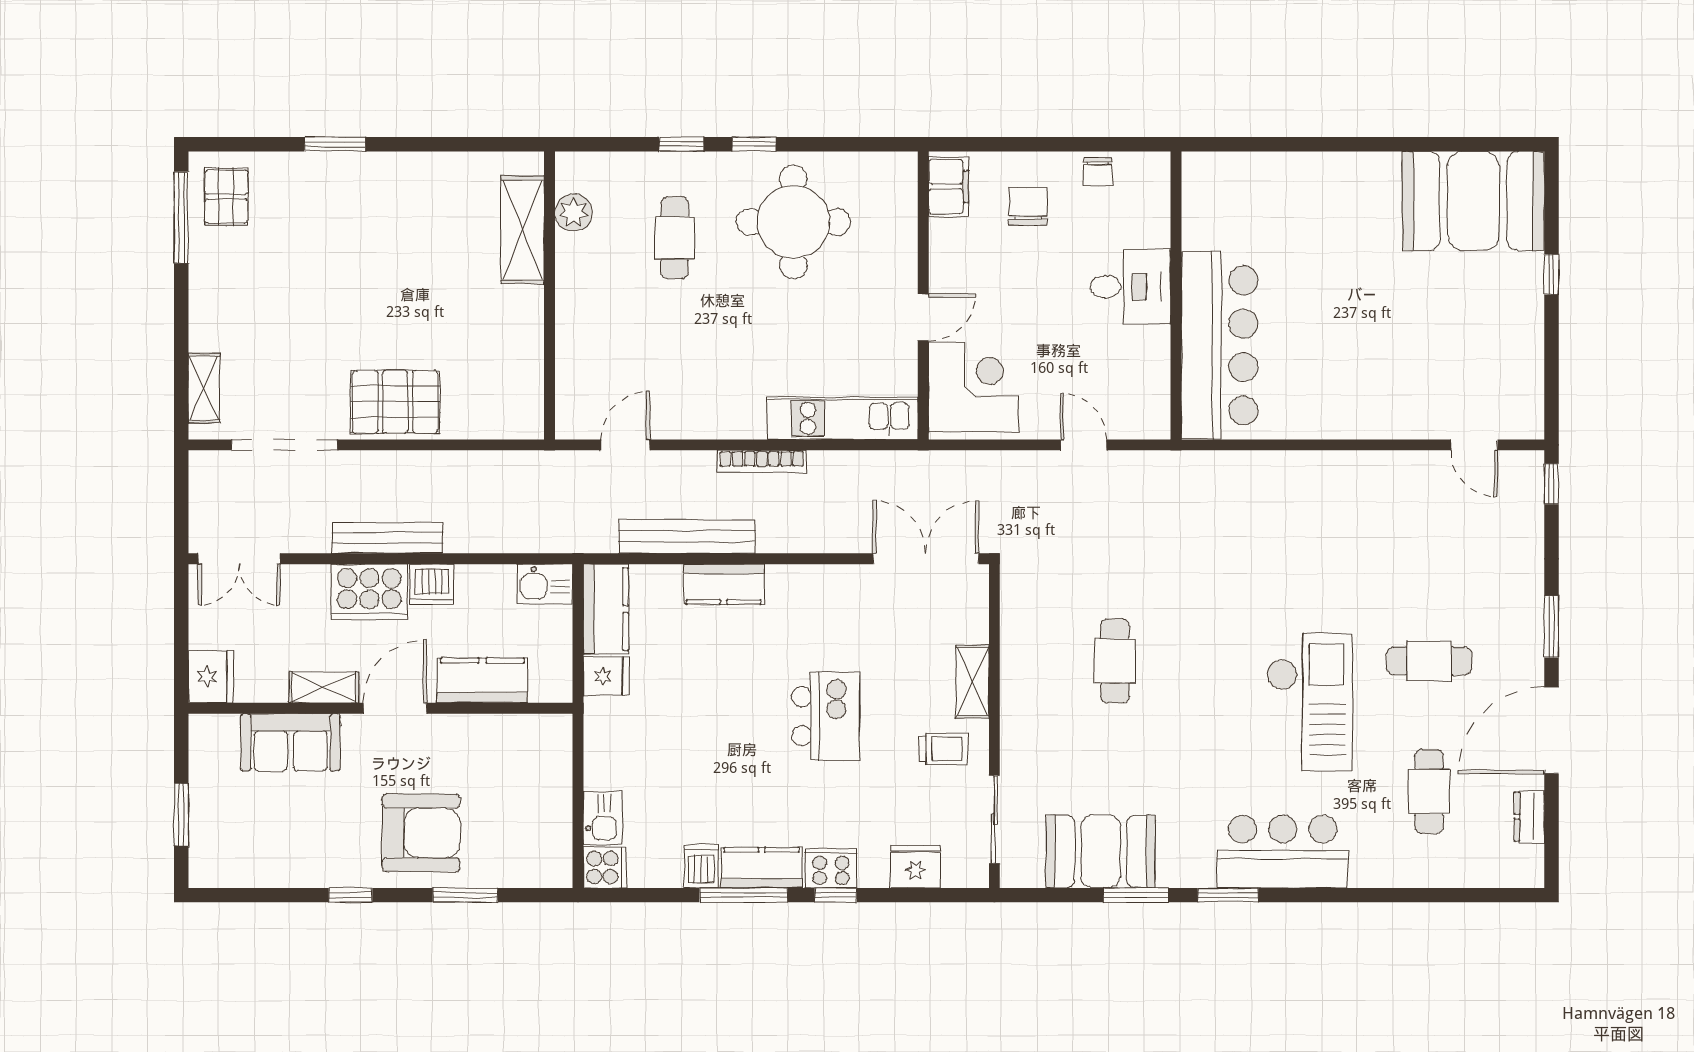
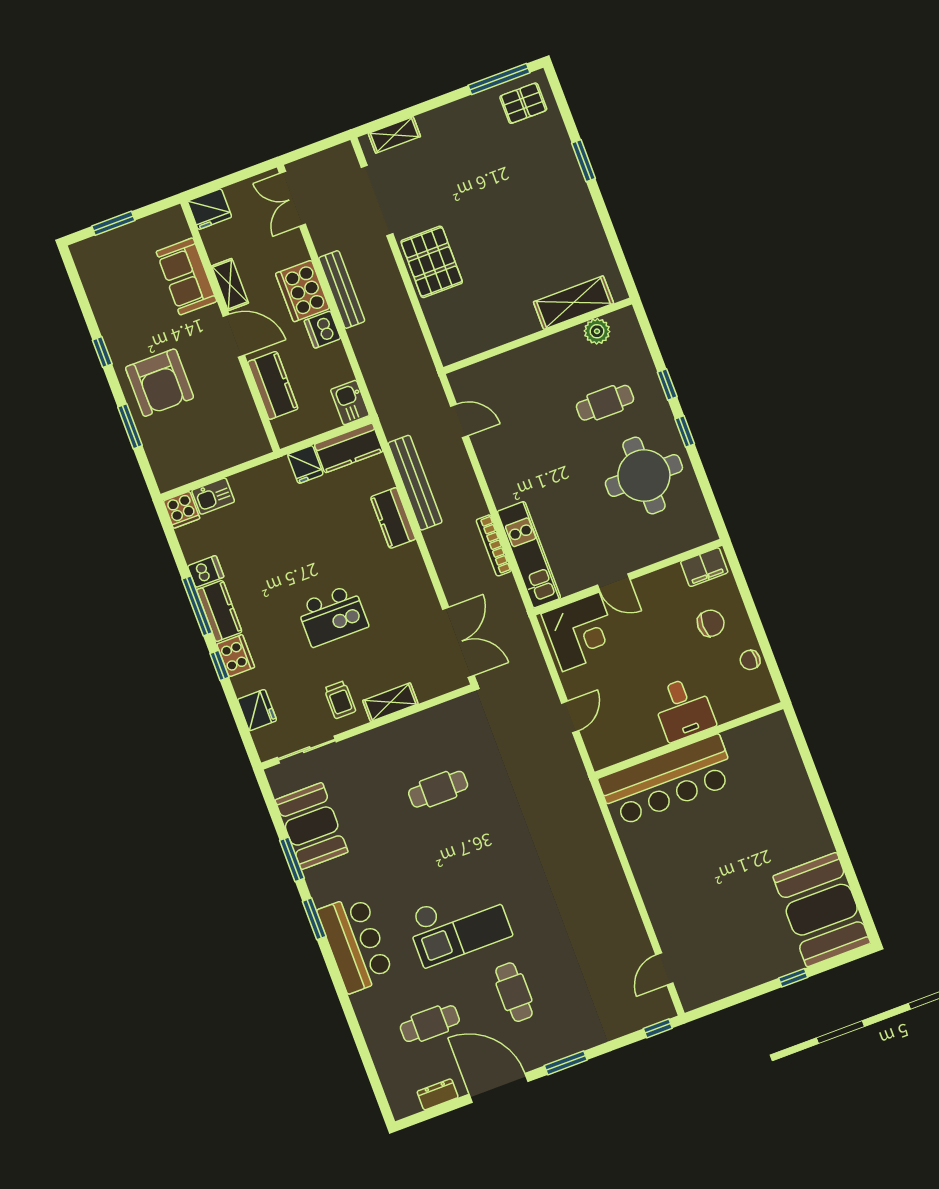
bookcase: (762, 462) -> (494, 545), moved

